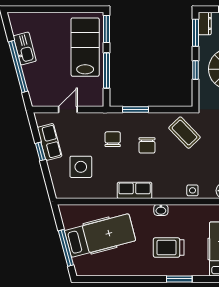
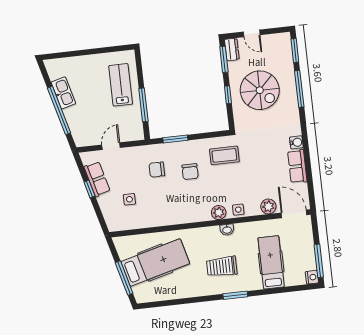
window: (106, 29) -> (139, 65), removed
lab bench: (85, 47) -> (121, 85), width x0.73, depth x0.72
coffee table: (184, 133) -> (224, 155), turned -46
chair: (113, 139) -> (157, 170), turned -90
side table: (81, 167) -> (129, 199), width x0.54, depth x0.54
row of seats: (135, 190) -> (183, 216), removed
plant: (172, 191) -> (219, 213), added
washbasin: (161, 210) -> (227, 230), moved

